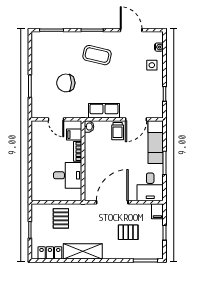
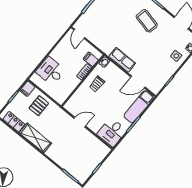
chair: (66, 83) -> (112, 22), removed
door: (56, 119) -> (79, 34), moved
trolley: (118, 131) -> (97, 84), moved
desk: (68, 175) -> (51, 71), moved, turned 180
door: (112, 202) -> (80, 122), width x0.53
filing cabinet: (157, 211) -> (27, 89), moved
pallet: (128, 232) -> (74, 150), removed

